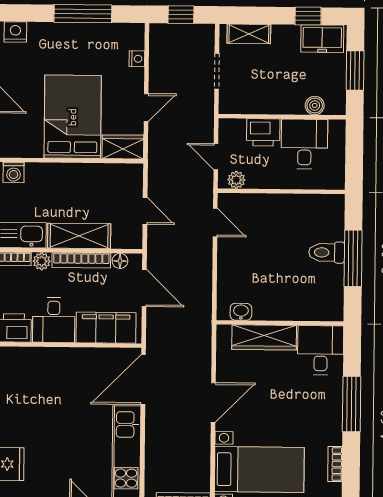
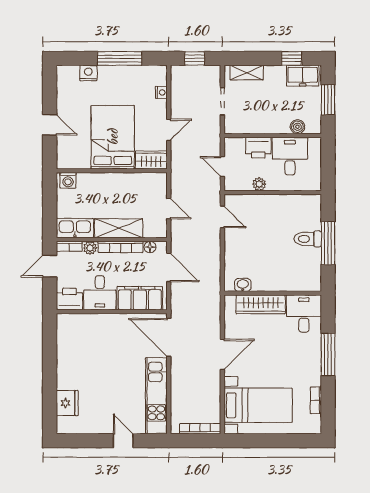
nightstand: (15, 32) -> (88, 73), moved
plant: (236, 180) -> (259, 184), moved
door: (143, 379) -> (169, 337), hinge flipped

